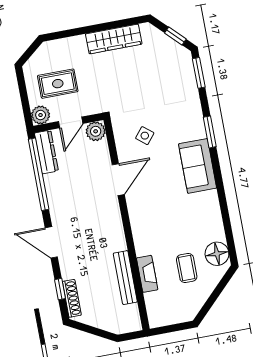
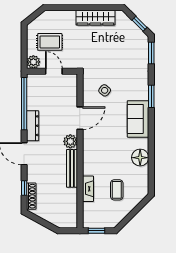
door: (71, 122) -> (54, 71), swing flipped
plant: (96, 131) -> (70, 141), moved
dresser: (46, 152) -> (33, 126), moved
floor lamp: (217, 254) -> (140, 158), moved
bench: (125, 278) -> (72, 168), moved
window: (169, 329) -> (96, 231), added

